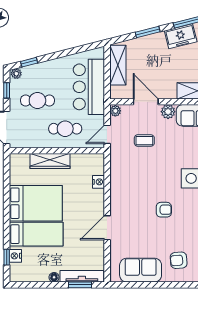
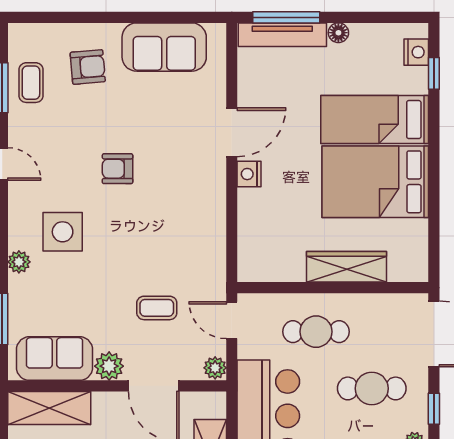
door: (107, 134) -> (232, 320), swing flipped
nightstand: (98, 182) -> (249, 174), moved
nightstand: (15, 256) -> (416, 52), moved
window: (80, 285) -> (286, 17), width x1.44

